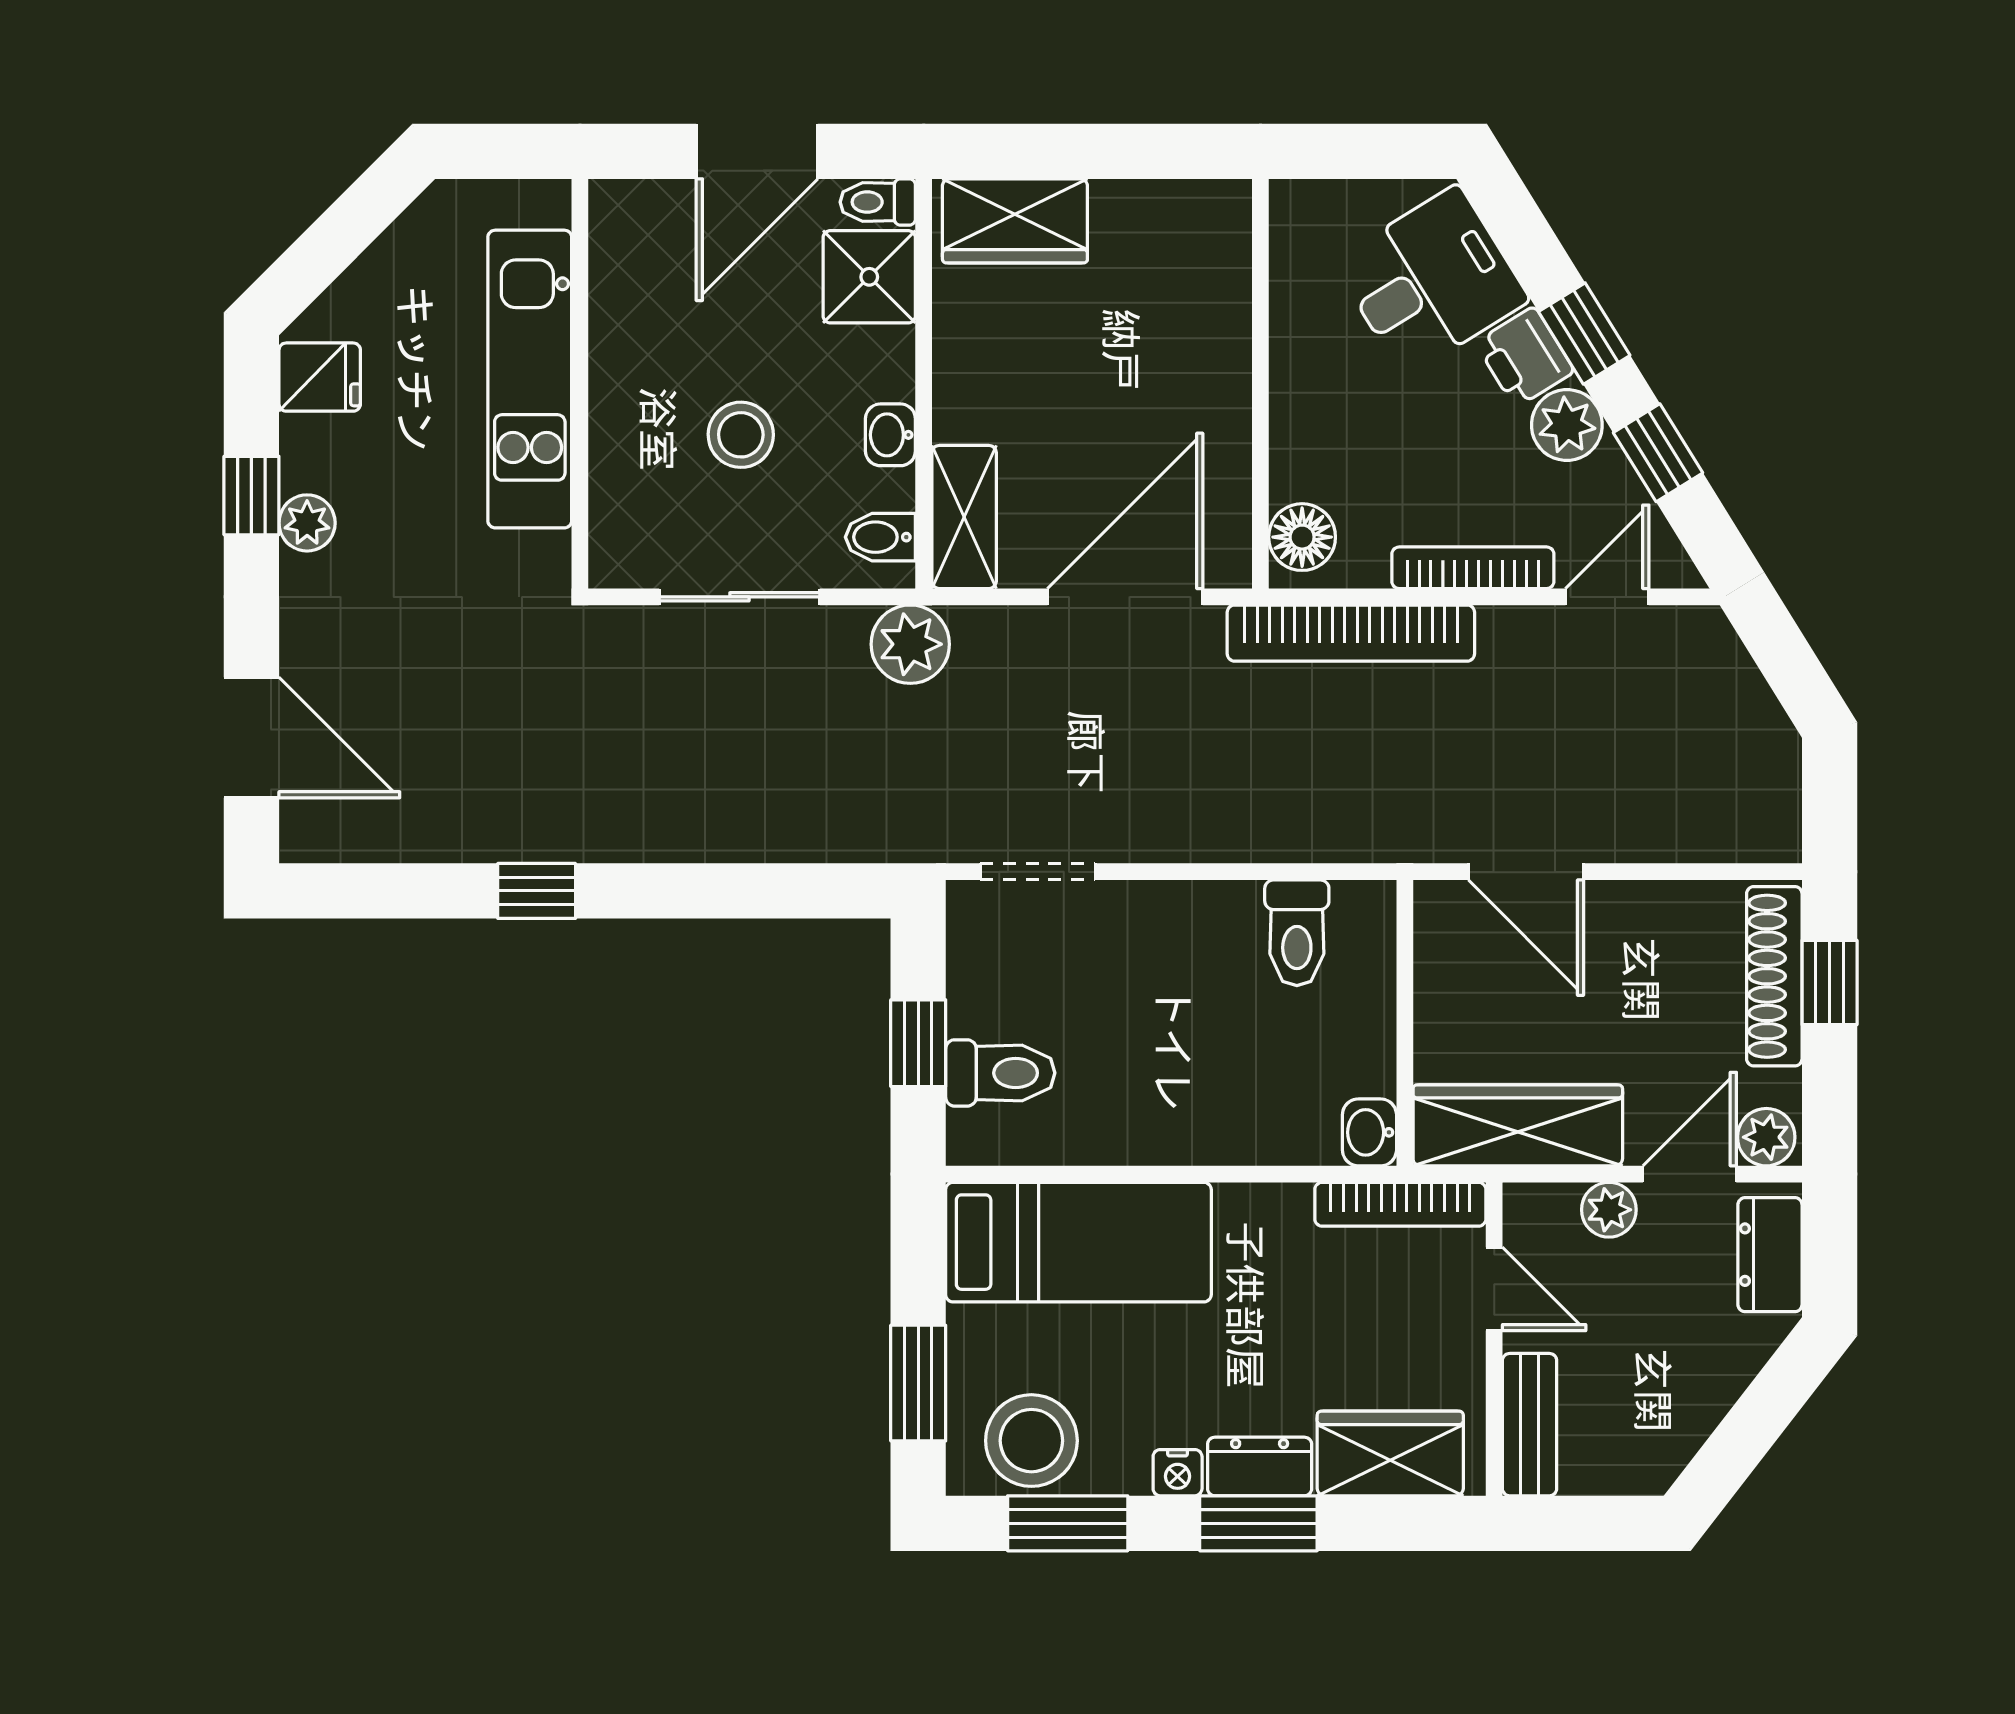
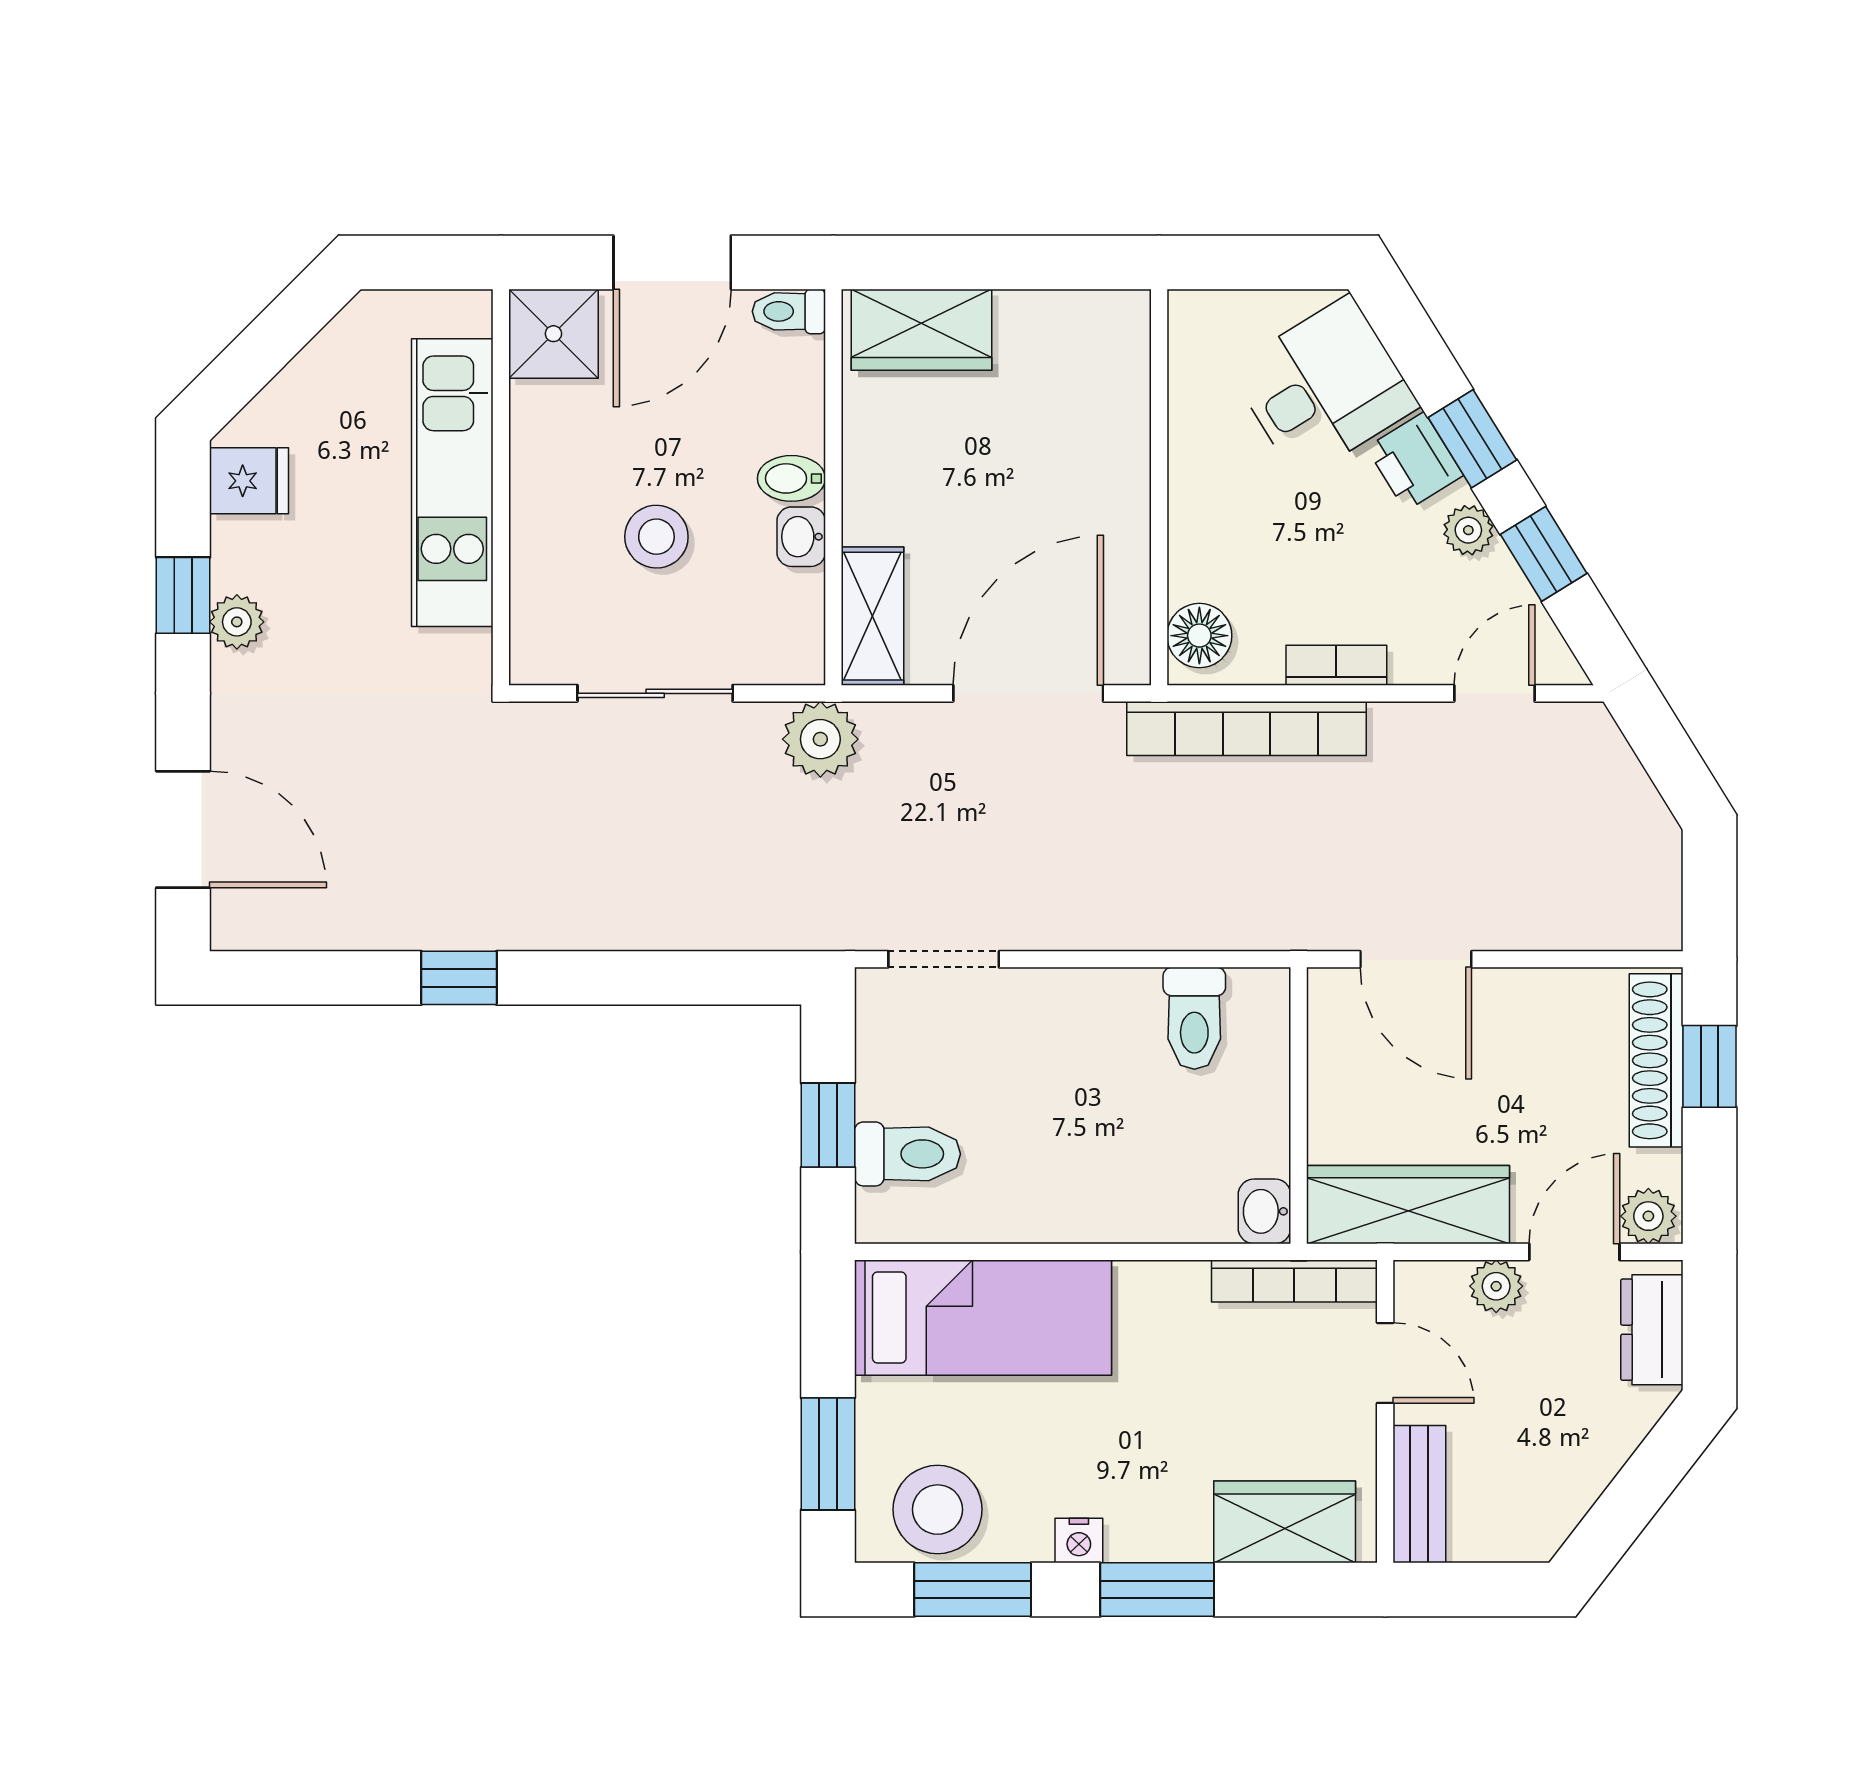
shower: (869, 277) -> (553, 334), moved
plant: (1567, 425) -> (1468, 530), width x0.73, depth x0.73
bidet: (880, 537) -> (791, 478), moved
bookcase: (1473, 568) -> (1336, 665), width x0.64
dresser: (1260, 1466) -> (1158, 1535), removed

